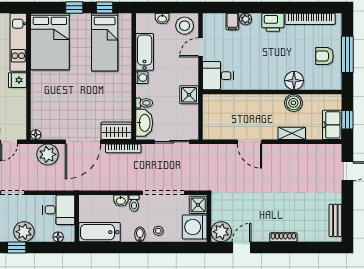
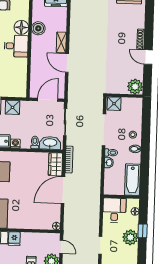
desk: (218, 76) -> (16, 46), moved, turned -90
shower: (189, 95) -> (12, 107), moved
door: (200, 118) -> (48, 100), added
shelving: (292, 133) -> (61, 42), moved
door: (83, 142) -> (63, 190), swing flipped
door: (249, 142) -> (67, 63), swing flipped
plant: (48, 154) -> (72, 217), removed
washing machine: (195, 227) -> (131, 107), removed
window: (17, 247) -> (143, 231), moved
door: (242, 247) -> (148, 57), moved

